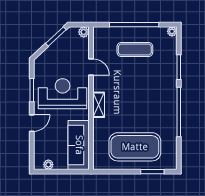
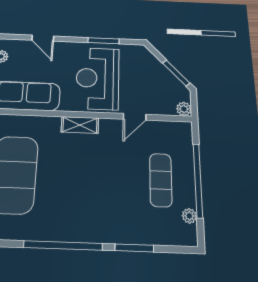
plant: (172, 31) -> (189, 216), moved
reception desk: (63, 94) -> (98, 78), turned 180
door: (32, 123) -> (43, 38), moved

